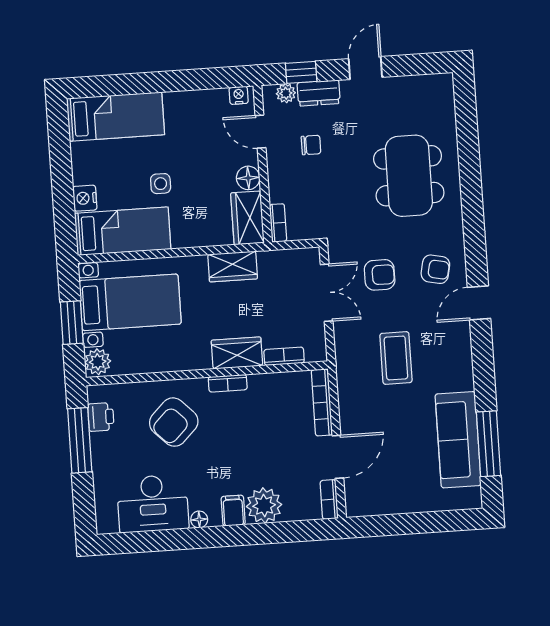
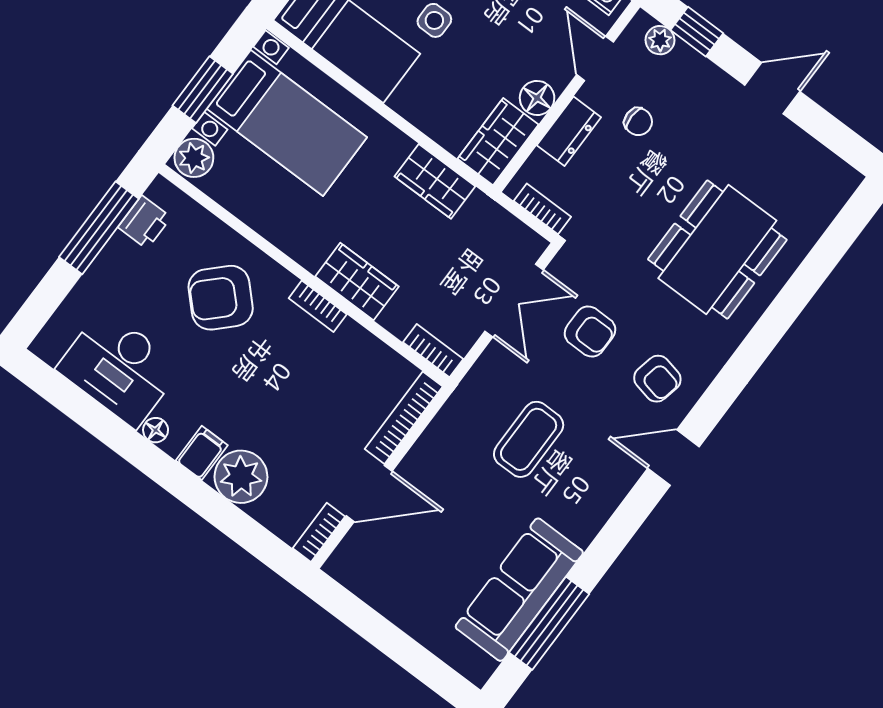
dresser: (319, 93) -> (569, 131), moved, turned -90
bookcase: (278, 223) -> (542, 209), moved, turned -90
bookcase: (284, 356) -> (433, 351), moved

